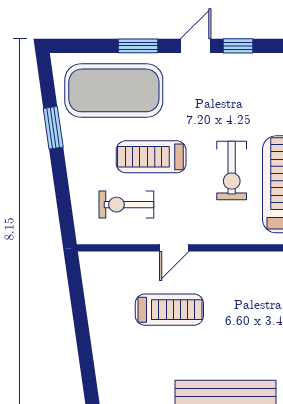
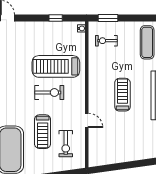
treadmill: (169, 310) -> (122, 95), moved

